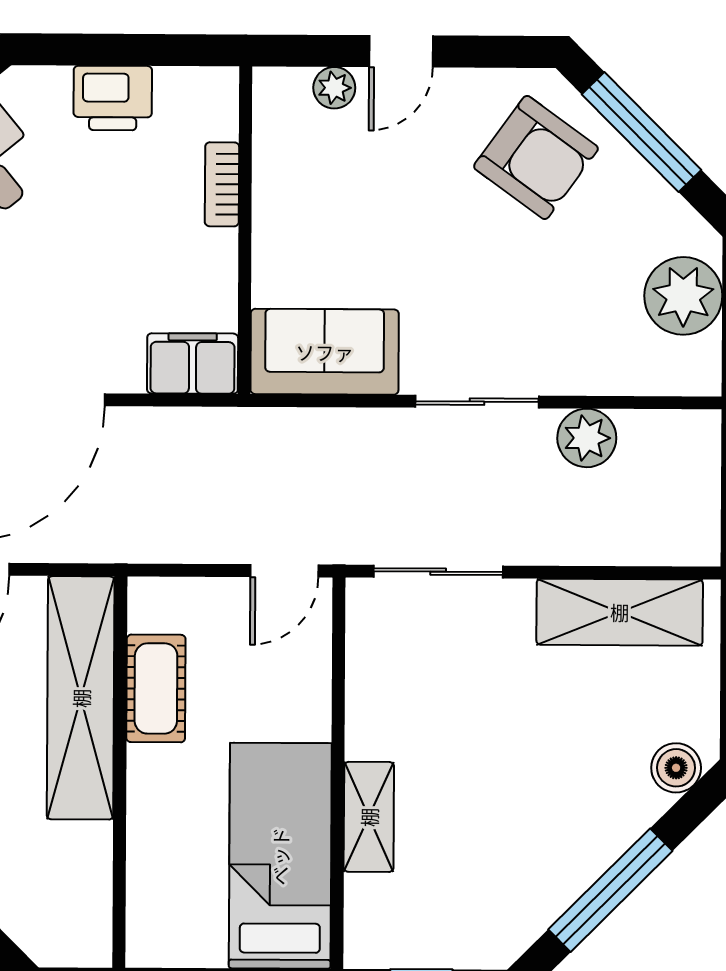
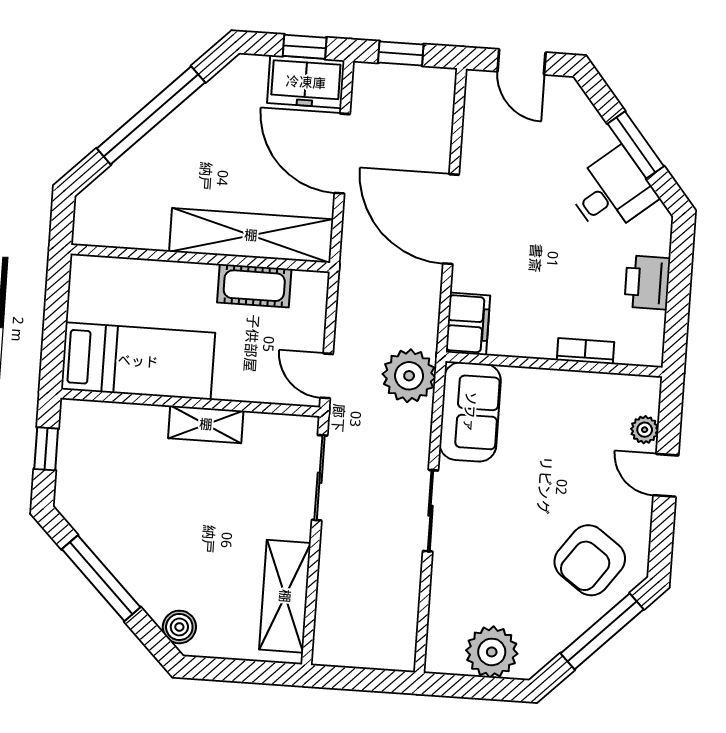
plant: (587, 438) -> (409, 376), moved, width x1.36, depth x1.36
shelving: (369, 817) -> (206, 424), moved

